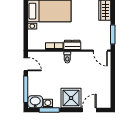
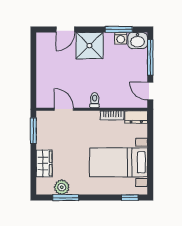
dresser: (72, 45) -> (136, 117), moved
door: (100, 51) -> (64, 109), moved

